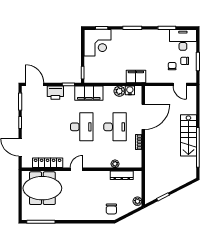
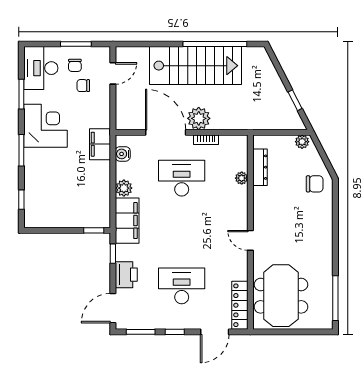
corner desk: (98, 43) -> (45, 126), moved
plant: (119, 91) -> (124, 188), moved
desk: (82, 127) -> (182, 286), moved
stairs: (188, 135) -> (196, 66), width x1.36, depth x1.51
plant: (152, 137) -> (199, 118), added
locker: (48, 163) -> (240, 305), moved

